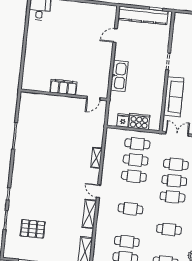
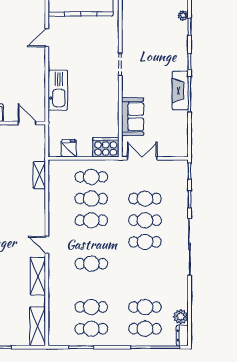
sofa: (174, 97) -> (133, 117), width x0.73
door: (93, 98) -> (27, 123), swing flipped
cooker: (139, 121) -> (106, 147), moved
shelving: (96, 158) -> (39, 175), moved
cafe table: (169, 229) -> (145, 307), moved

